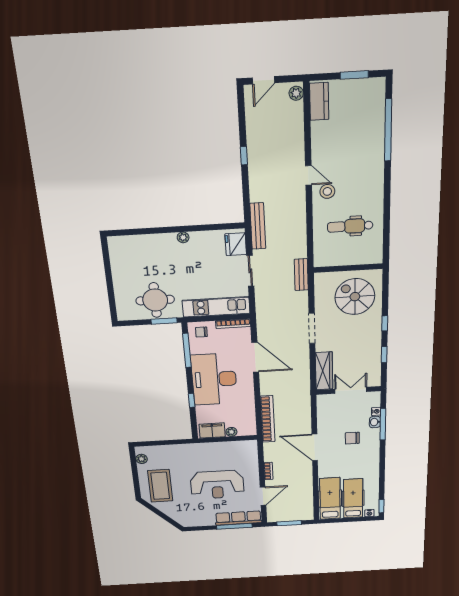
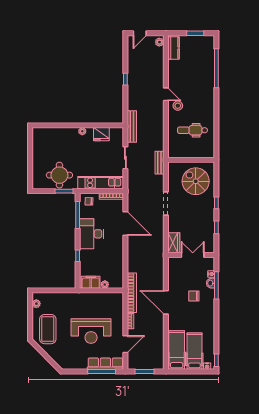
fridge: (236, 244) -> (101, 134), moved, turned -90
wardrobe: (324, 371) -> (174, 243), width x0.67
desk: (214, 379) -> (92, 234), width x0.73, depth x0.77
bookcase: (268, 419) -> (132, 293), moved

